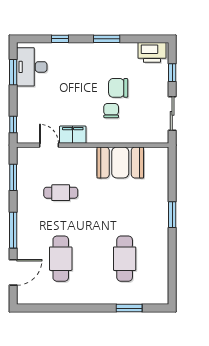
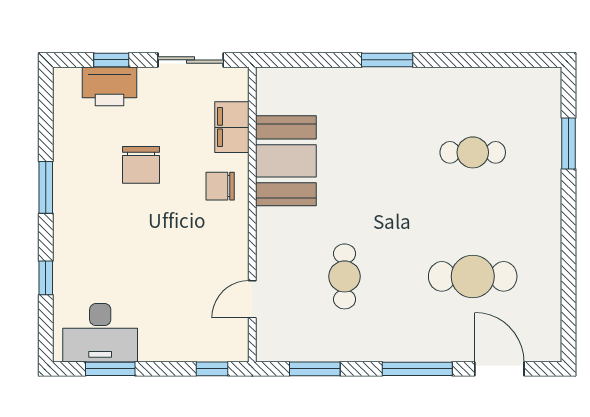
printer: (152, 52) -> (110, 86), moved, turned 90
chair: (111, 111) -> (220, 186), moved
filing cabinet: (73, 135) -> (232, 127), moved
cafe table: (125, 259) -> (473, 152), width x0.73, depth x0.74

